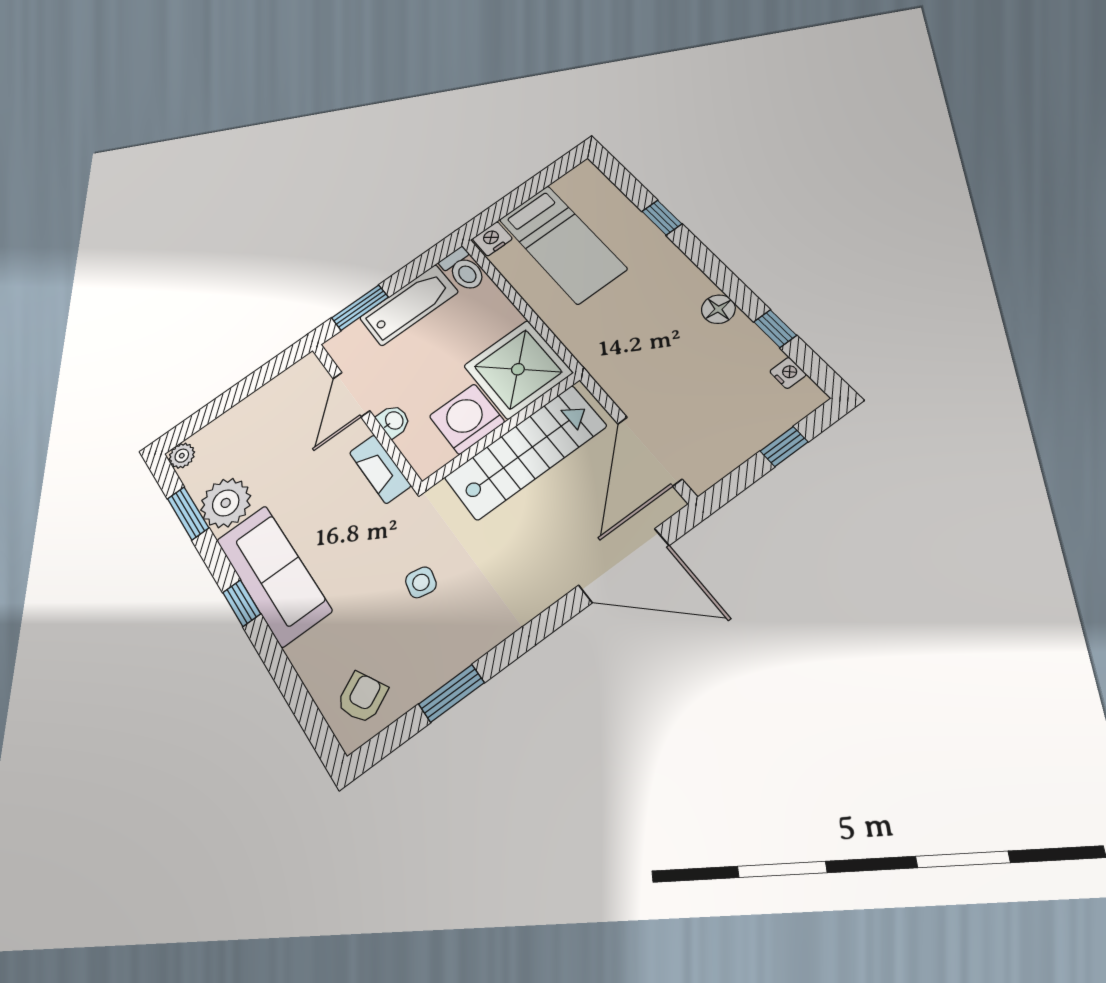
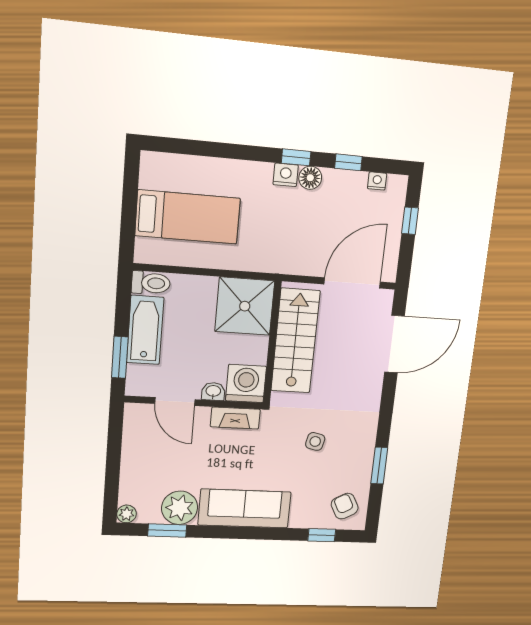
window: (662, 218) -> (296, 157), moved
nightstand: (492, 239) -> (286, 175), moved, turned 90
washing machine: (467, 419) -> (246, 384), moved, turned 90
door: (649, 451) -> (352, 283), swing flipped
window: (242, 603) -> (322, 535), moved

